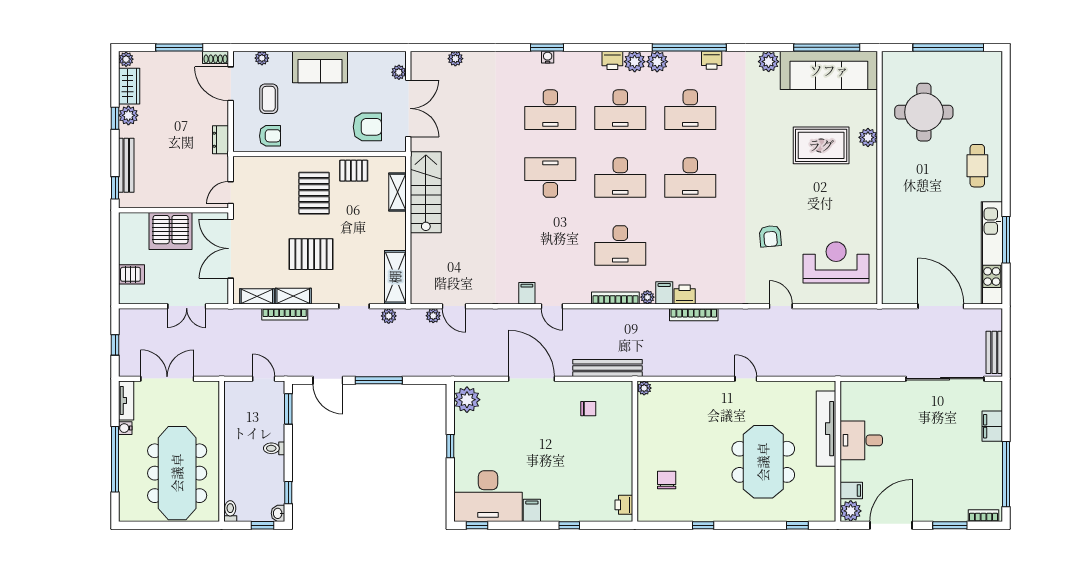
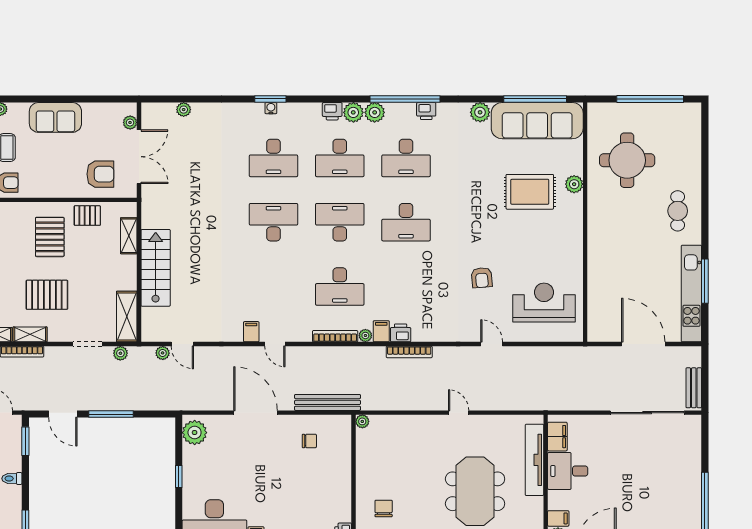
desk: (620, 178) -> (340, 222), turned 180
stairs: (426, 192) -> (156, 268), moved
filing cabinet: (992, 426) -> (557, 437), moved, turned 180

